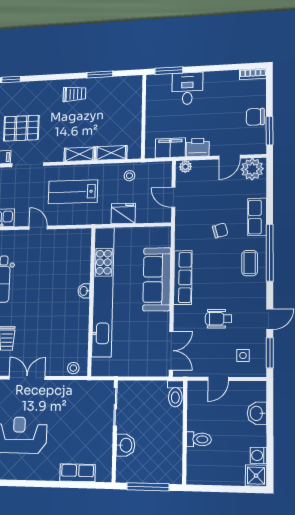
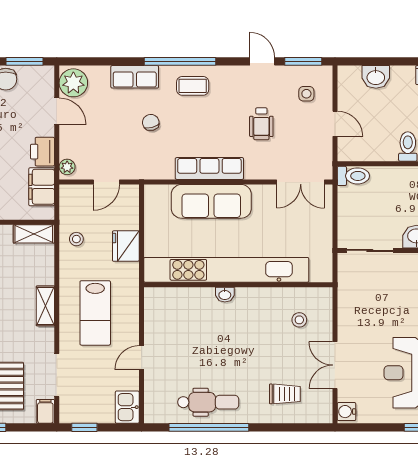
shelving: (111, 153) -> (34, 234), moved, turned 90
double door: (171, 351) -> (301, 182), swing flipped
stool: (73, 368) -> (299, 320), moved

